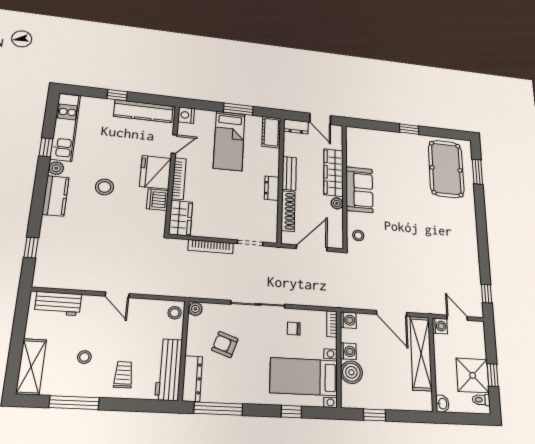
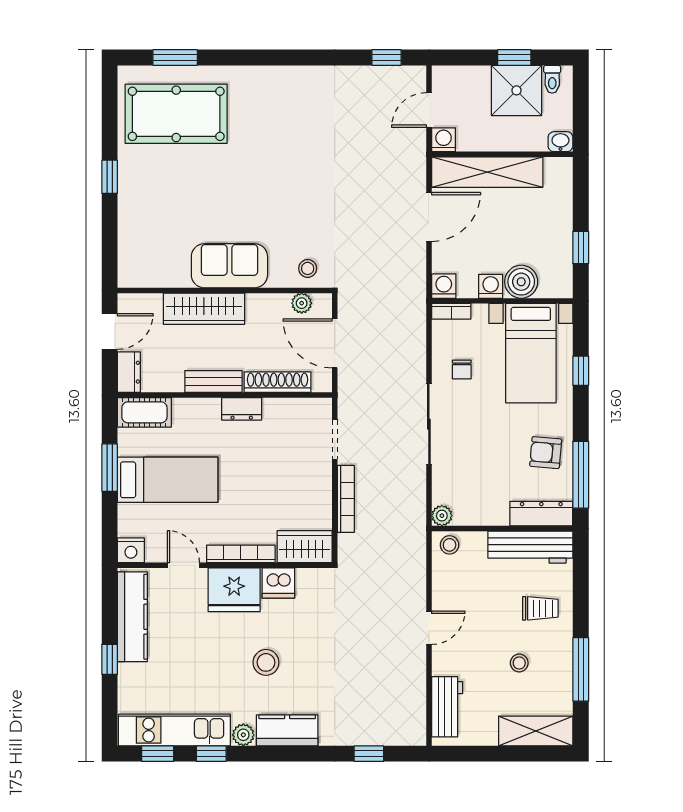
window: (51, 116) -> (158, 754), added
plant: (337, 203) -> (302, 303), moved
armchair: (225, 345) -> (546, 453), moved, turned 76
trolley: (123, 375) -> (540, 608), turned 180

